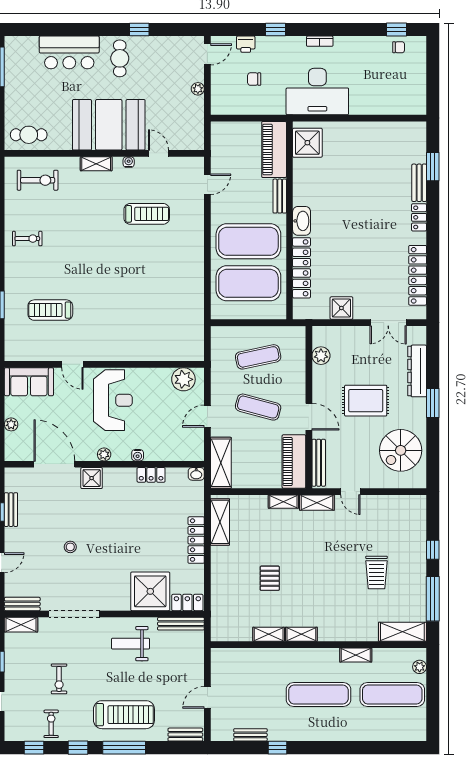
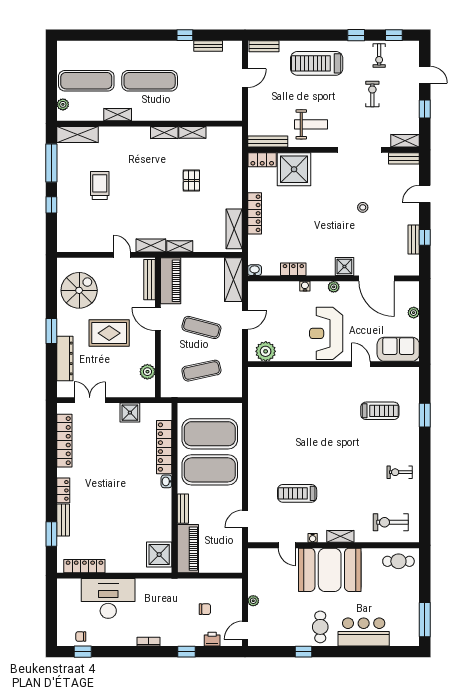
desk: (317, 92) -> (108, 598), moved
locker: (394, 129) -> (84, 566), added
washbasin: (302, 221) -> (166, 481), width x0.52, depth x0.69
window: (124, 748) -> (316, 35), removed

